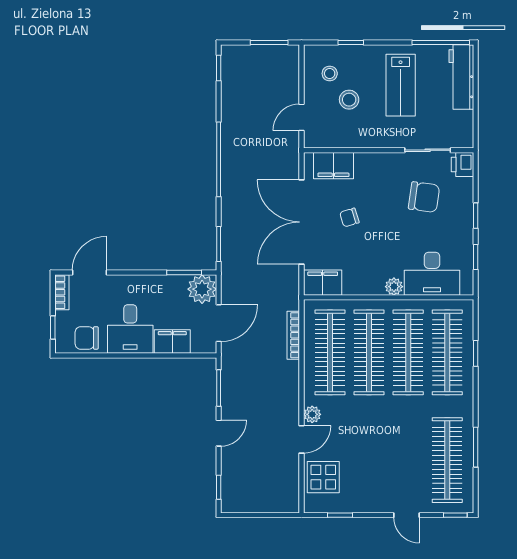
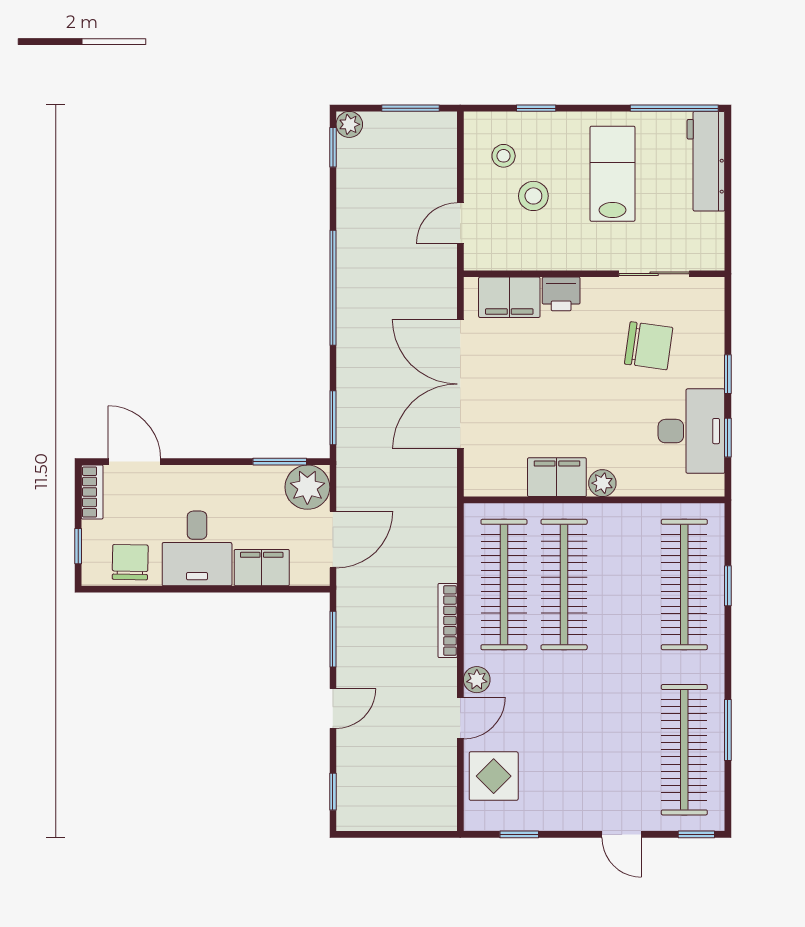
plant: (229, 53) -> (349, 124), added
lab bench: (401, 85) -> (613, 174), turned 180
printer: (463, 165) -> (561, 294), moved, turned -90
chair: (349, 217) -> (534, 377), removed
door: (89, 273) -> (134, 462), hinge flipped
desk: (432, 274) -> (691, 431), moved, turned -90
filing cabinet: (323, 283) -> (557, 477), moved
bookcase: (293, 335) -> (448, 621), moved
chair: (87, 338) -> (130, 562), turned 91
clothes rail: (408, 352) -> (624, 585), removed

